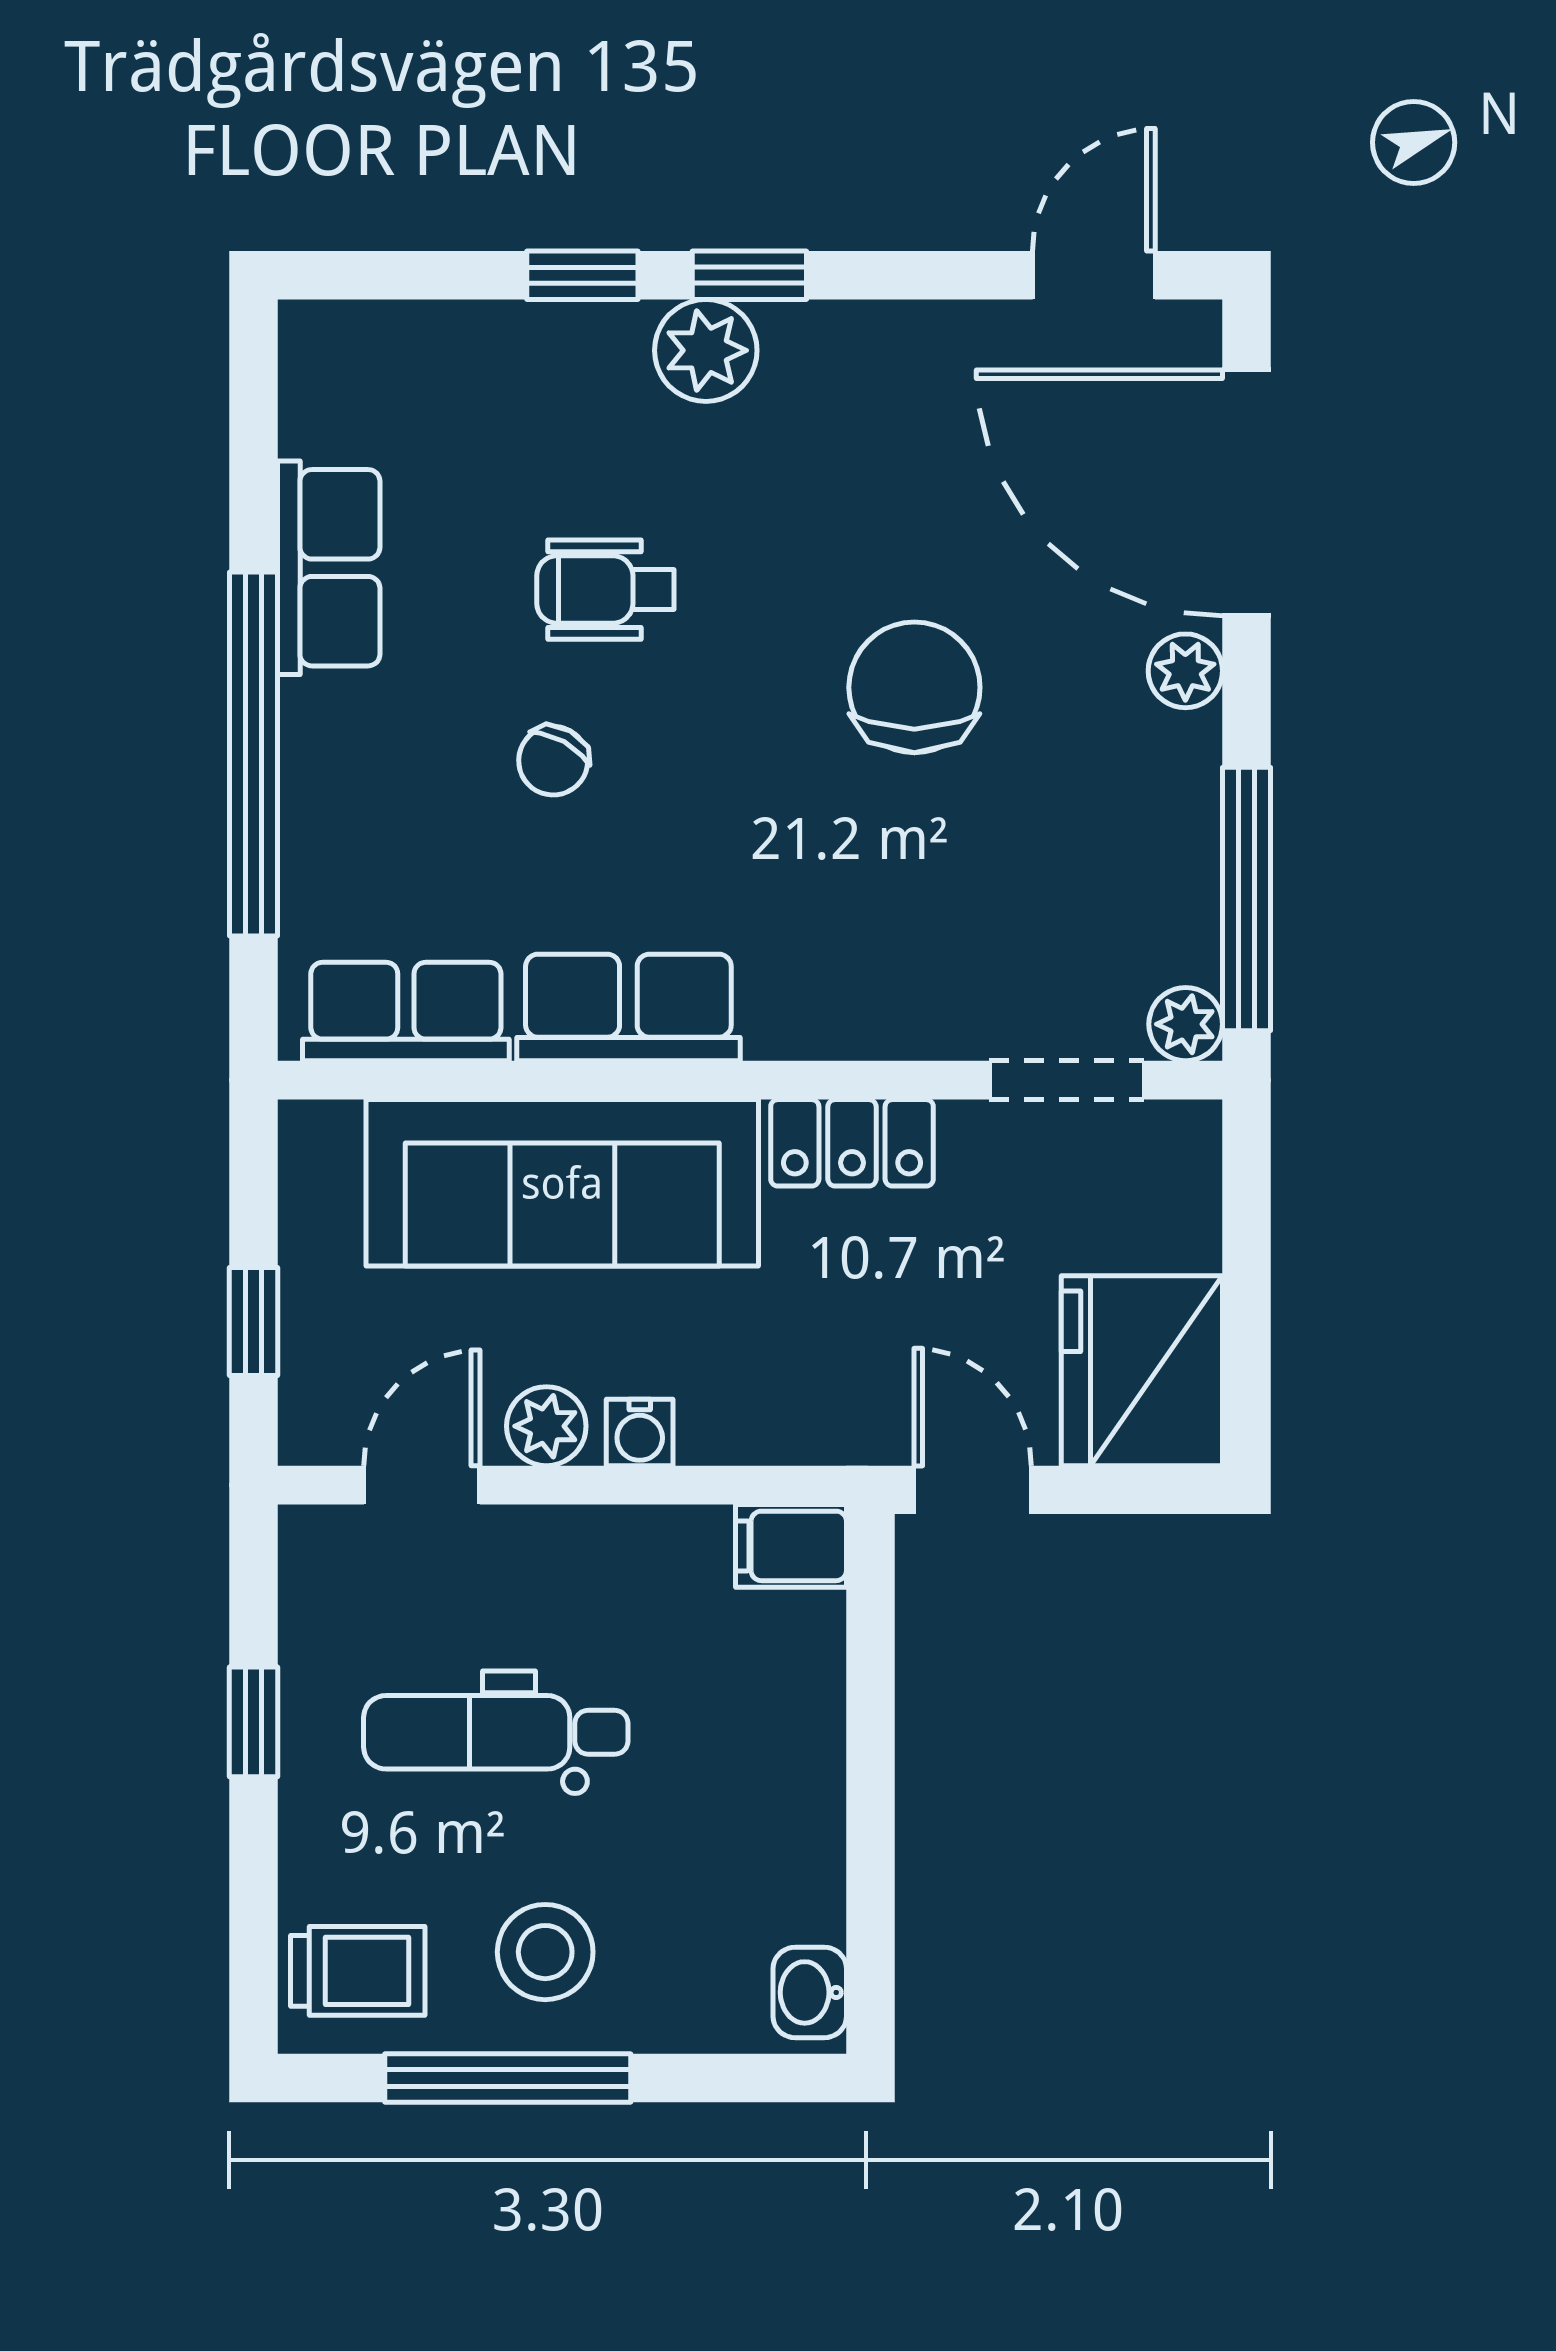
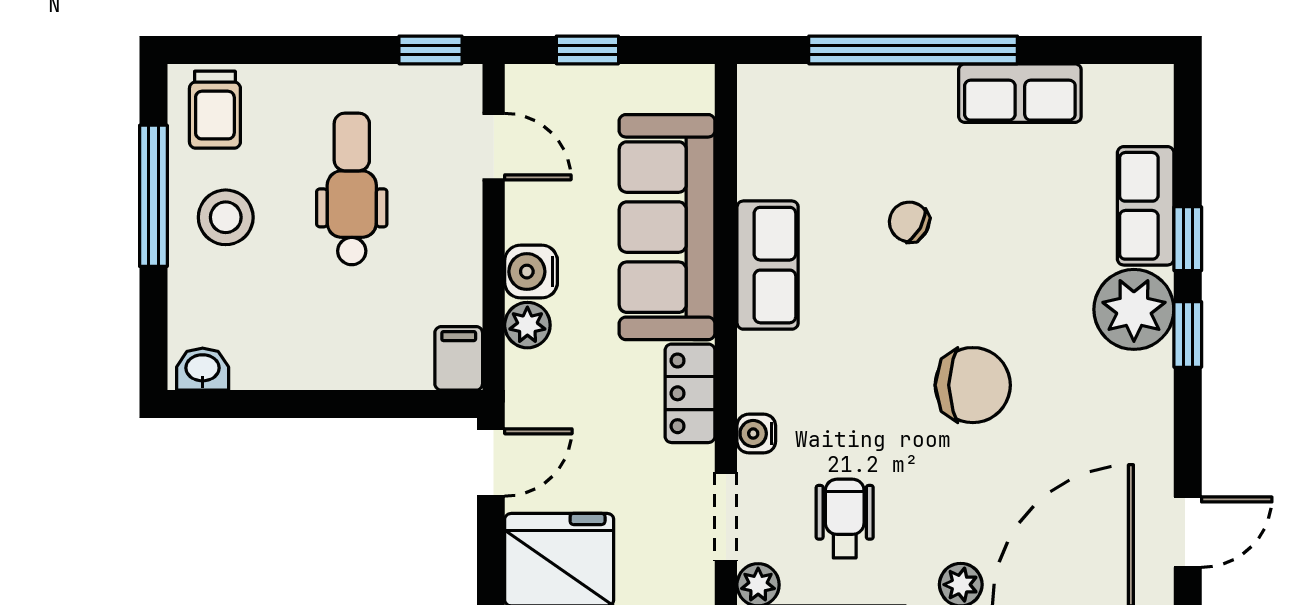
door: (1094, 275) -> (1188, 532), hinge flipped
plant: (706, 350) -> (1134, 309), width x1.36, depth x1.36
wheelchair: (605, 590) -> (845, 519), moved
chair: (914, 687) -> (973, 385), moved
row of seats: (406, 1012) -> (1146, 206), moved, turned 180
water cooler: (922, 1027) -> (756, 434), added
plant: (546, 1426) -> (527, 325), moved
water cooler: (640, 1433) -> (531, 272), width x1.38, depth x1.38
window: (253, 1722) -> (430, 50), moved

